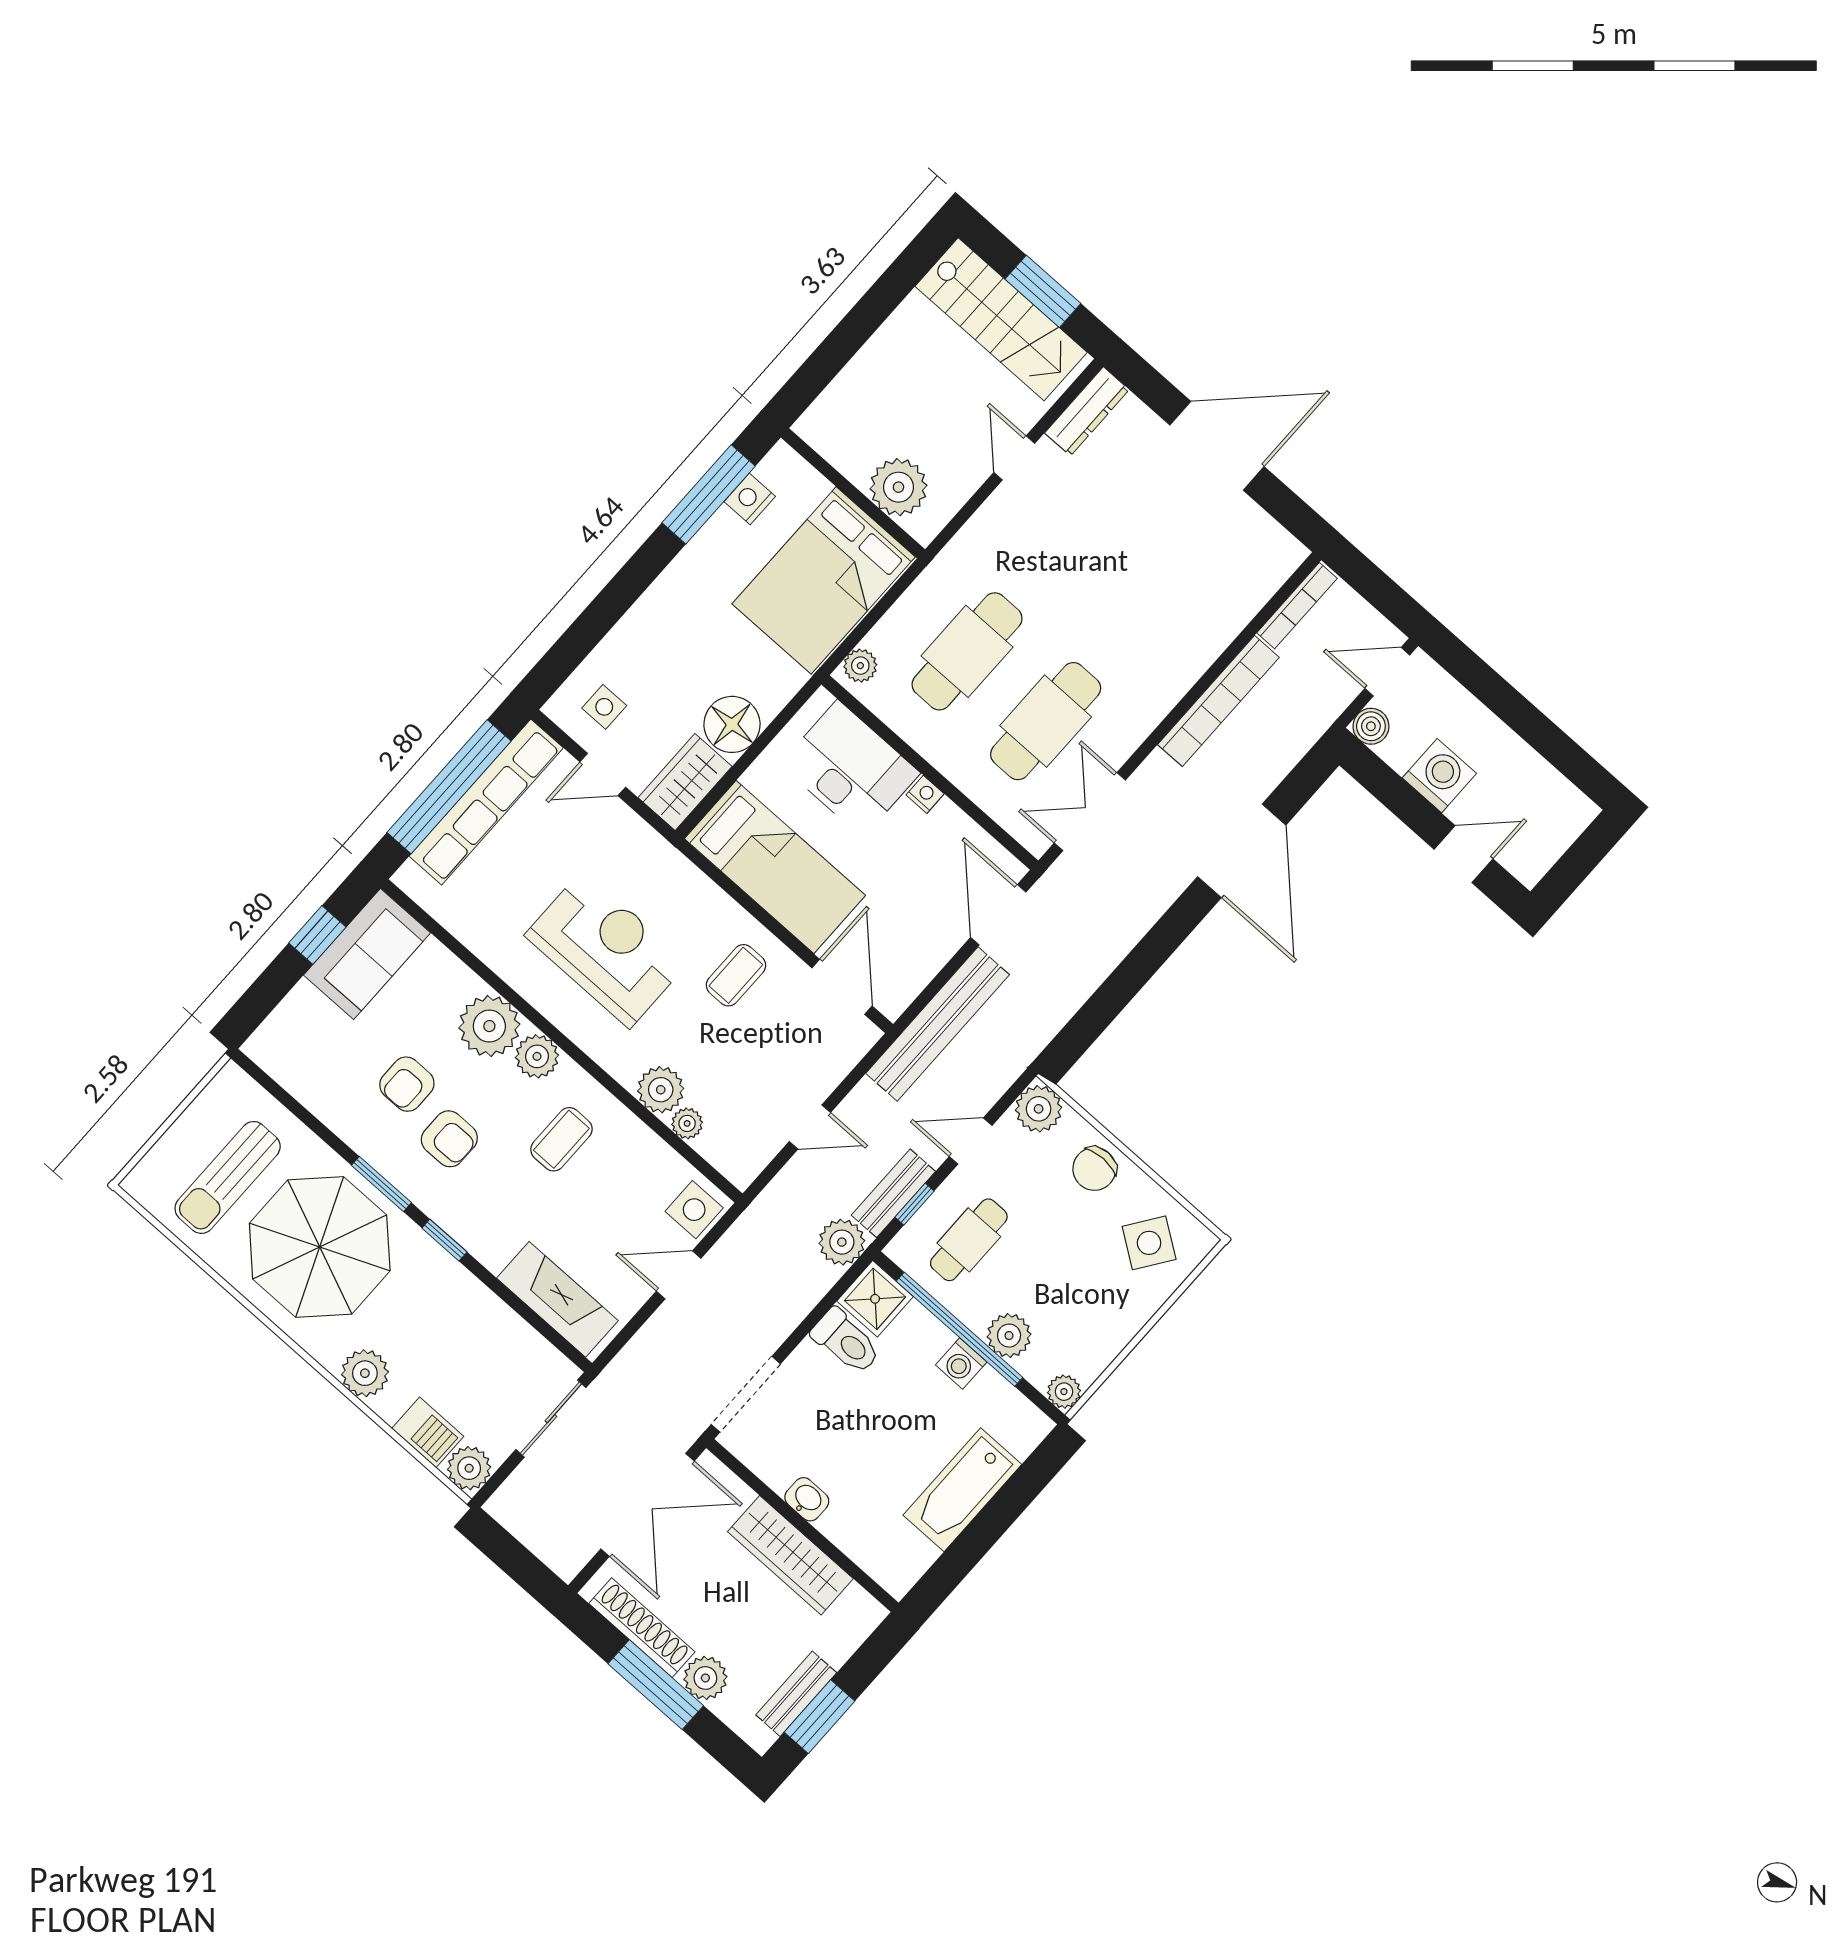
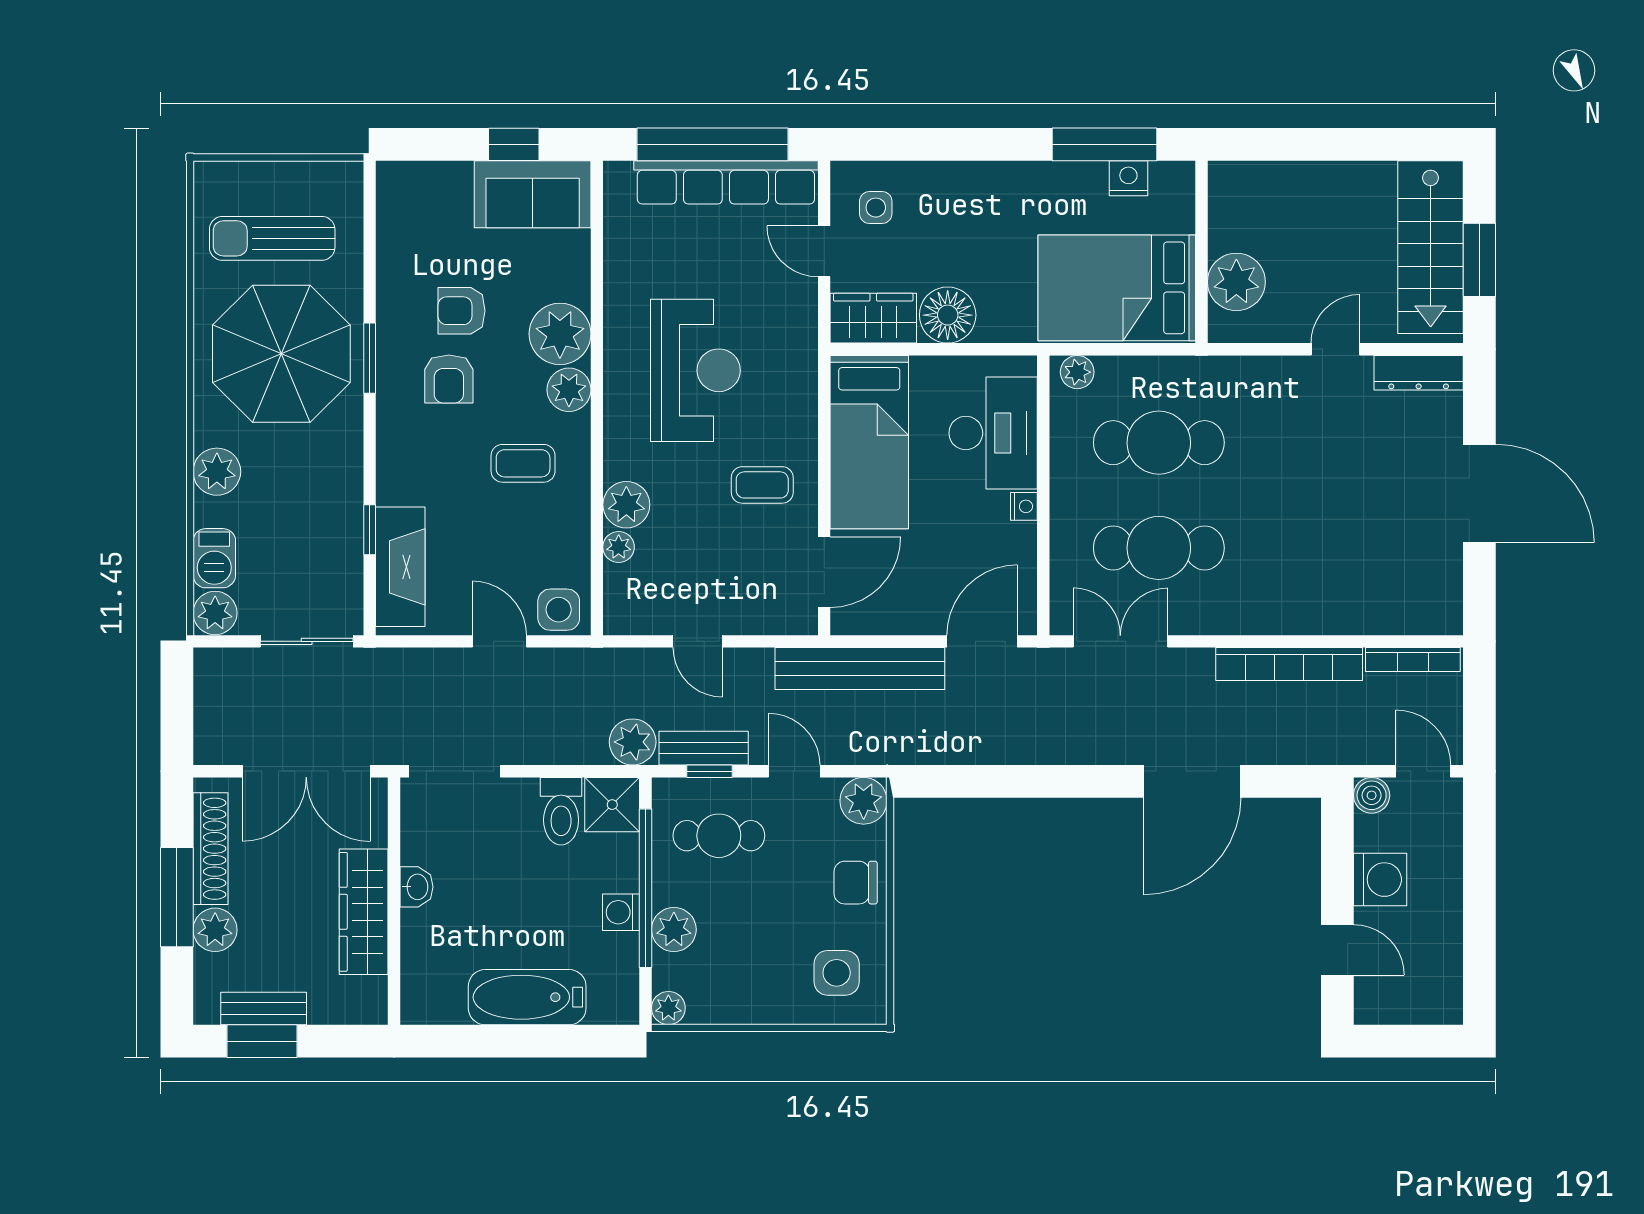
window: (444, 1240) -> (370, 530), moved
side table: (1149, 1243) -> (837, 973), turned -35

